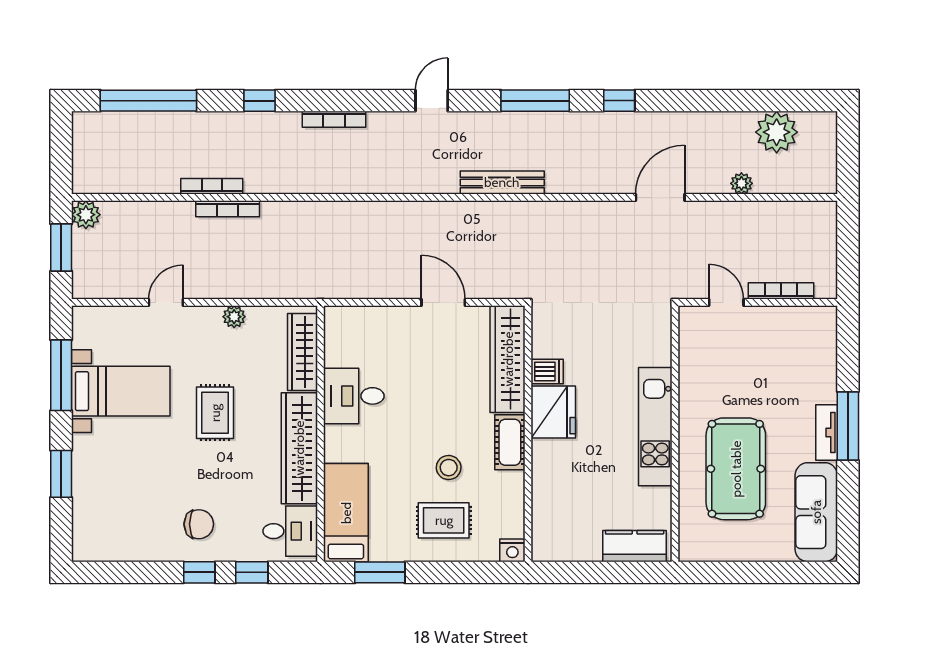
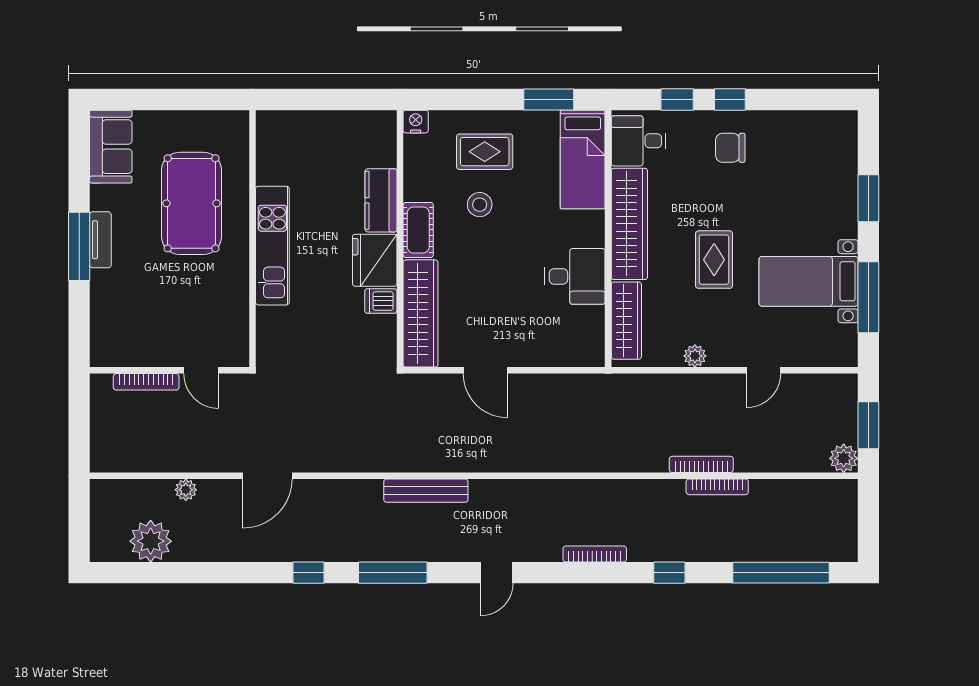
sofa: (816, 512) -> (111, 147), width x0.73
kitchen counter: (635, 546) -> (381, 200), moved, turned 90

